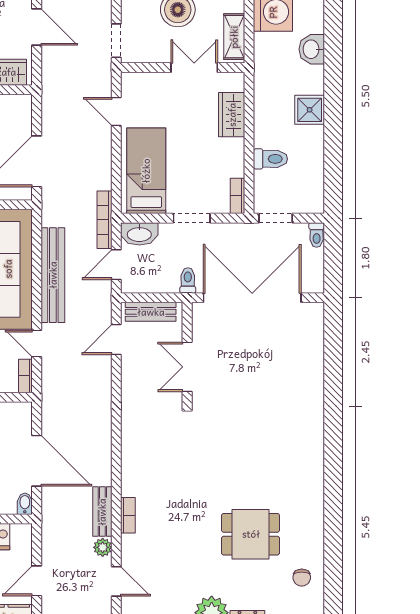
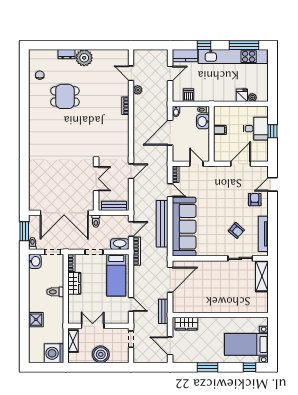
washbasin: (312, 49) -> (35, 261), moved
double door: (194, 68) -> (93, 326), swing flipped
shower: (310, 110) -> (36, 320), moved
wardrobe: (232, 115) -> (74, 283), moved
toilet: (270, 159) -> (55, 292), moved
window: (333, 260) -> (24, 231), added
door: (116, 340) -> (131, 171), moved
door: (37, 461) -> (170, 133), hinge flipped
bench: (102, 512) -> (163, 311), moved

